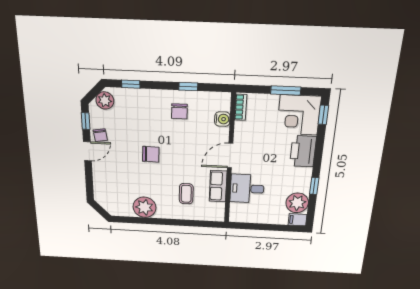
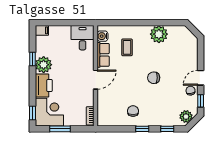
window: (188, 87) -> (142, 129), moved
water cooler: (222, 119) -> (103, 36), moved
desk: (247, 189) -> (83, 38), moved, turned -90
plant: (297, 203) -> (44, 65), moved

